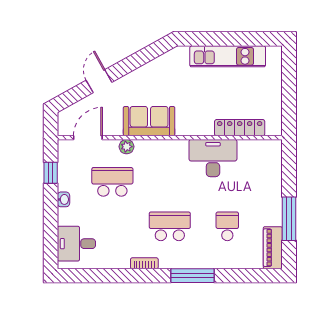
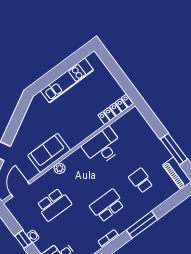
locker: (240, 128) -> (116, 109), moved
plant: (127, 147) -> (60, 168), moved
window: (51, 173) -> (23, 239), moved
school desk: (112, 182) -> (54, 205), turned 180

